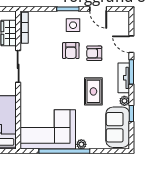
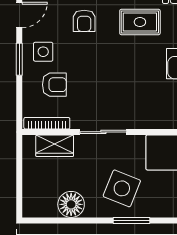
armchair: (71, 51) -> (54, 85), moved

